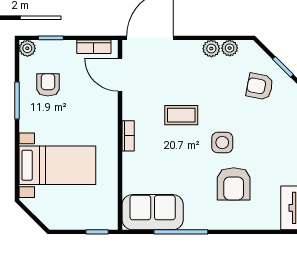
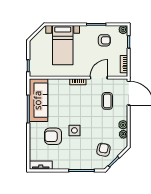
door: (120, 75) -> (99, 78), moved
coffee table: (181, 115) -> (107, 101), moved
sofa: (153, 212) -> (38, 100), width x1.36

